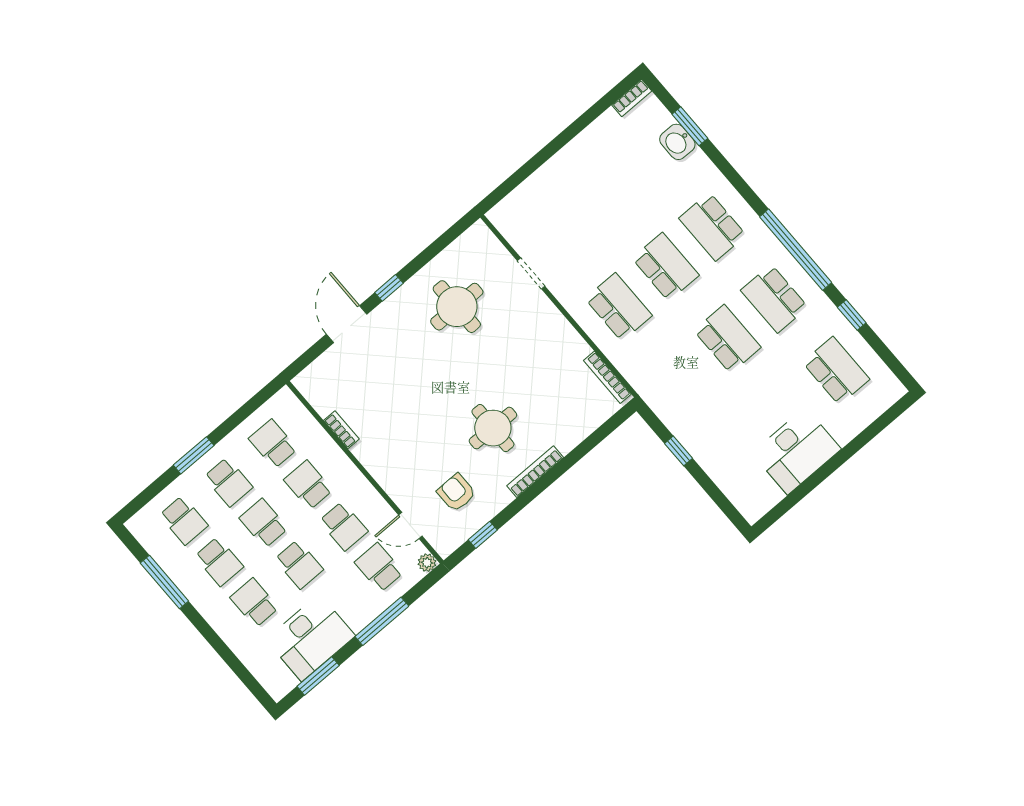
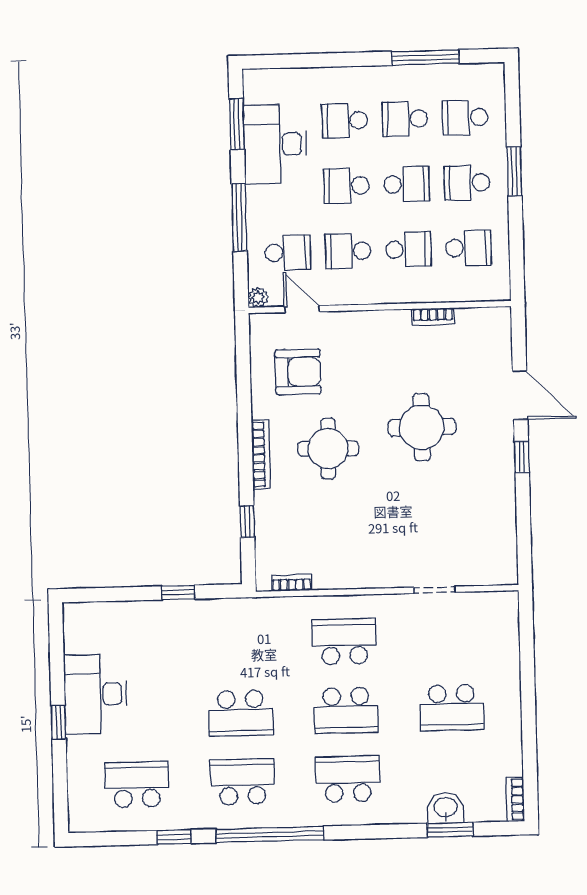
school desk: (604, 195) -> (452, 708), added
round table: (457, 307) -> (422, 427), moved
school desk: (619, 307) -> (344, 642), turned 180
school desk: (836, 371) -> (137, 784), turned 180
bookcase: (607, 377) -> (292, 583), width x0.64
window: (837, 461) -> (59, 722), added
armchair: (456, 493) -> (298, 372), width x1.38, depth x1.38
door: (410, 526) -> (302, 309), hinge flipped
window: (483, 535) -> (247, 522), moved
school desk: (254, 603) -> (345, 120), turned 180

